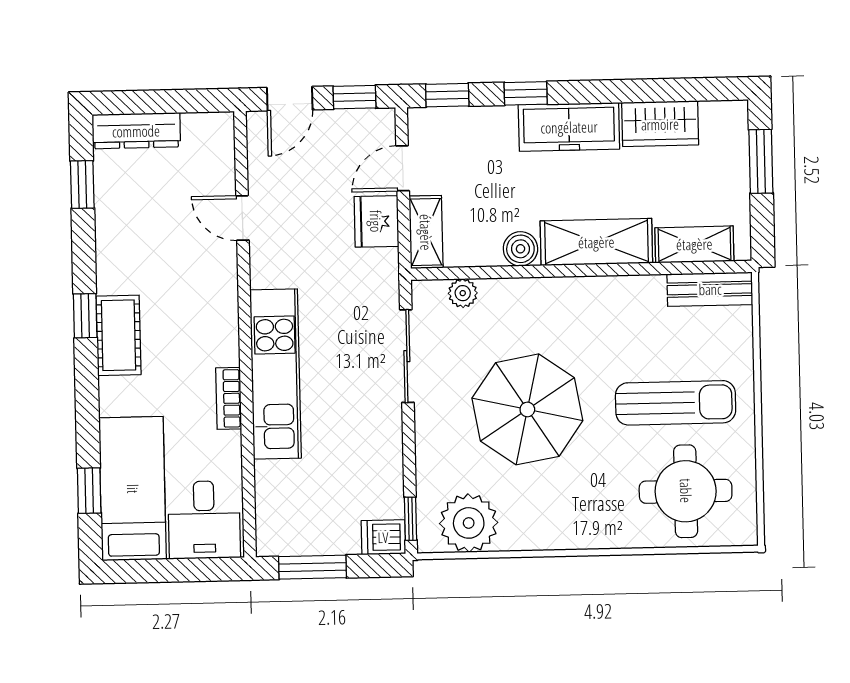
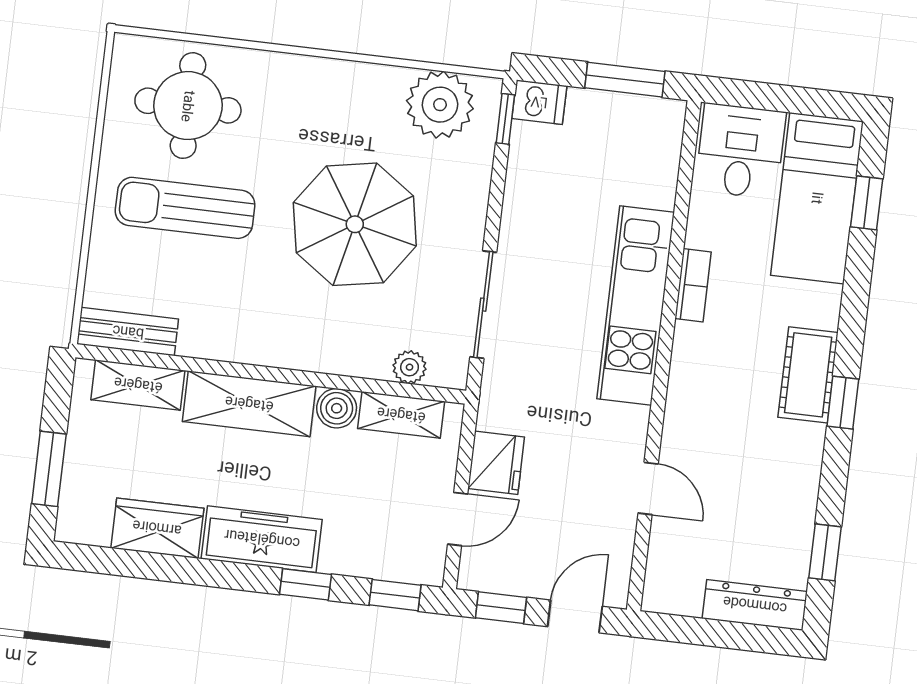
shelving: (426, 232) -> (401, 415), moved, turned 90

